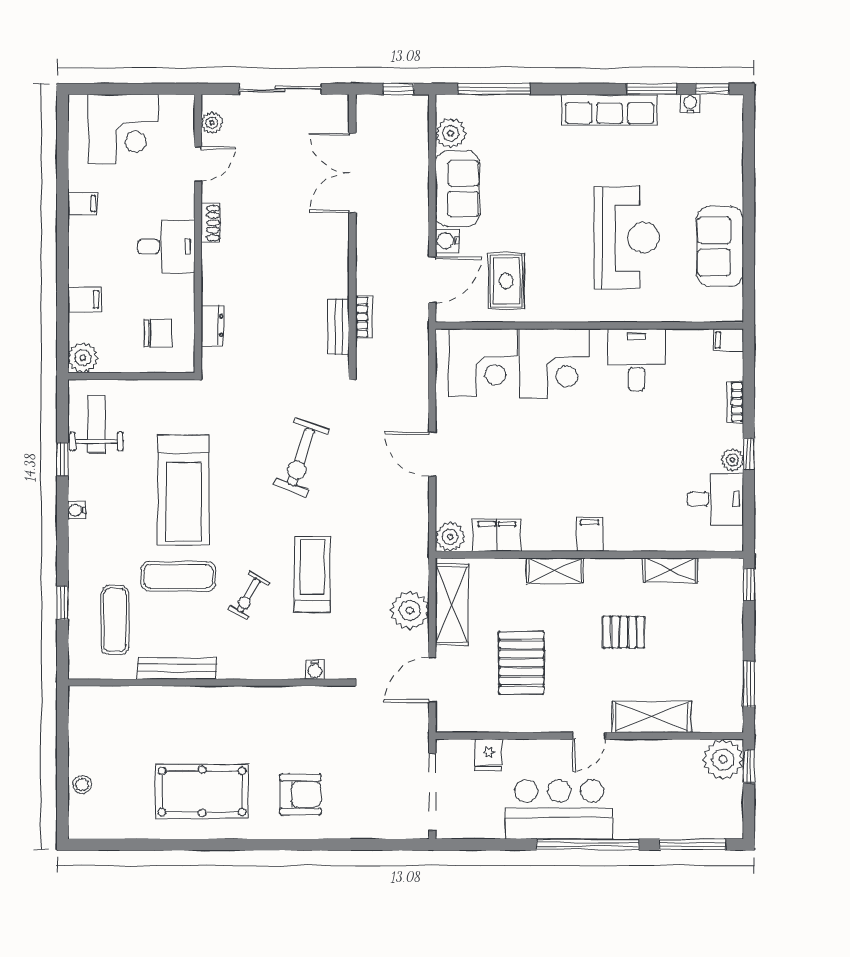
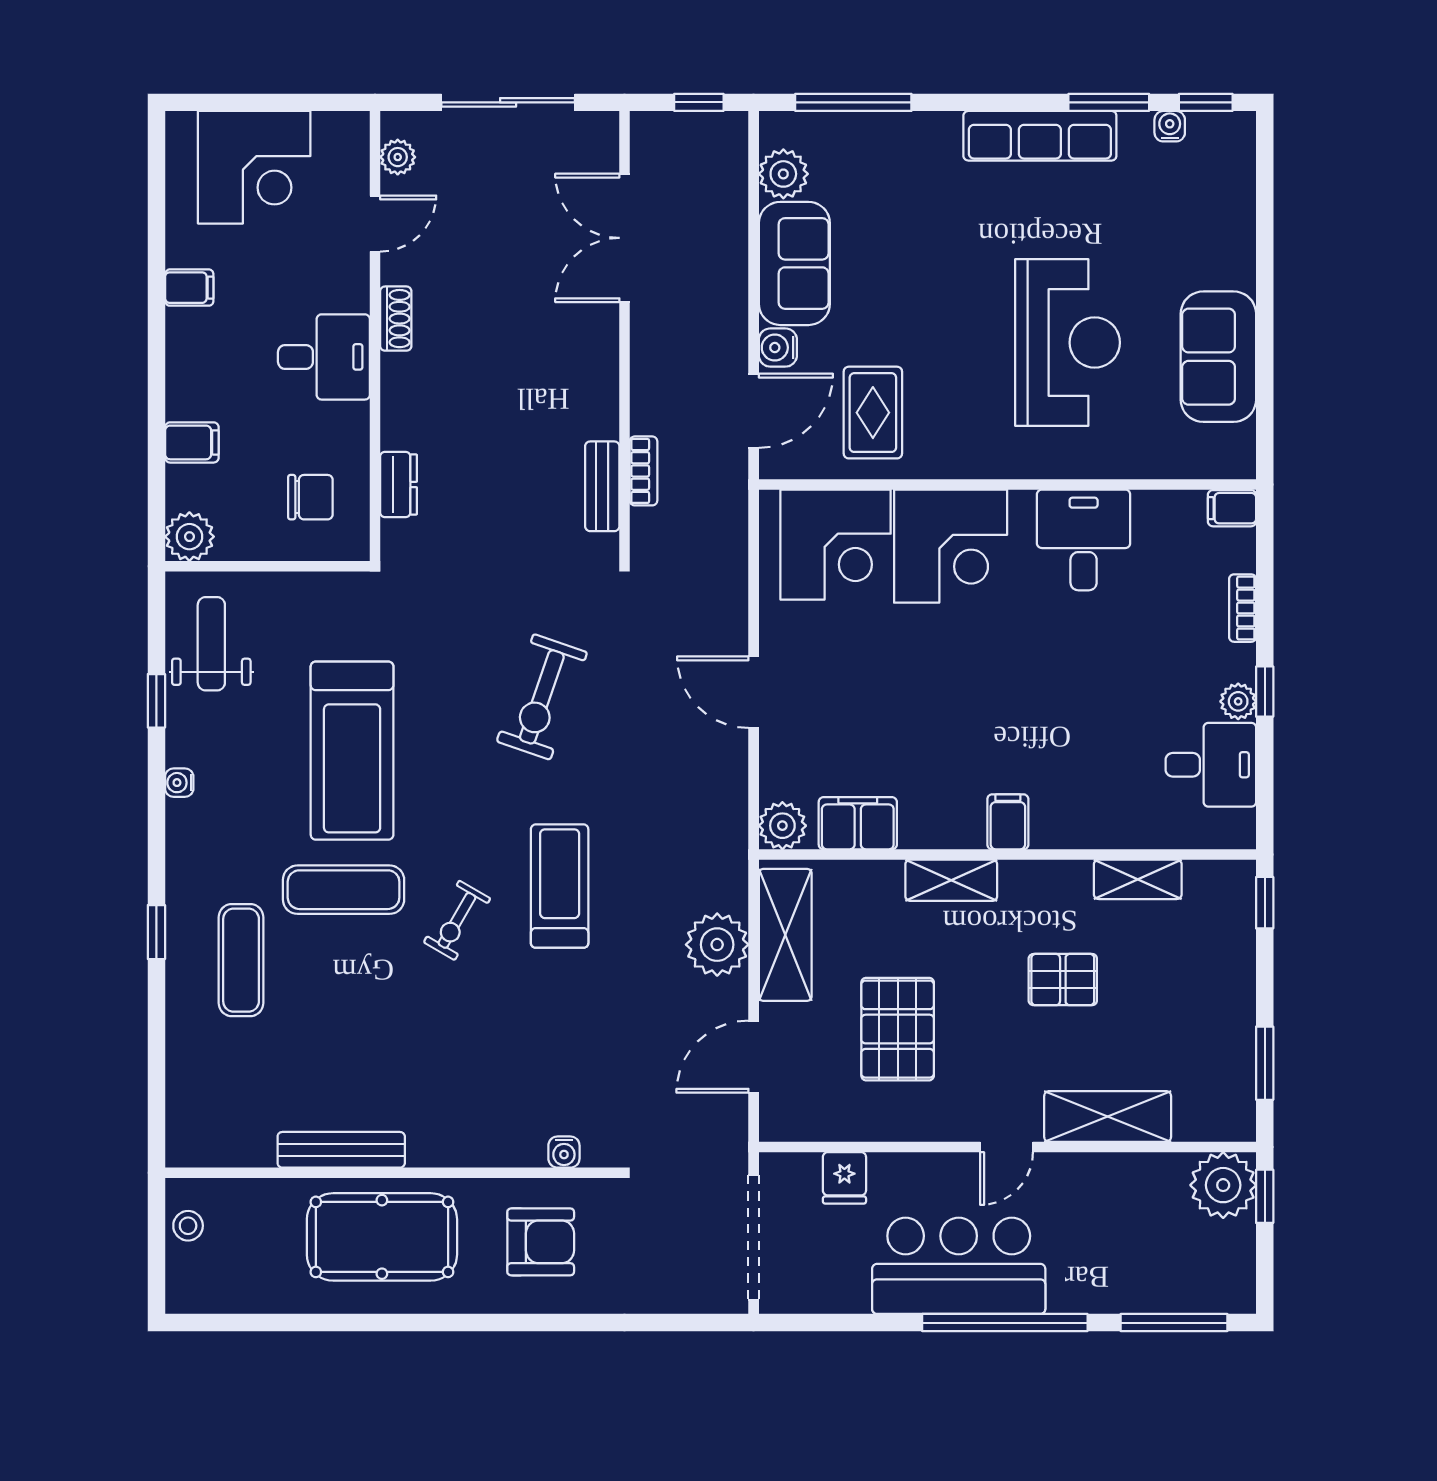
bench: (177, 668) -> (341, 1150), moved
water cooler: (315, 670) -> (564, 1152), moved
wall: (208, 682) -> (392, 1173), moved

